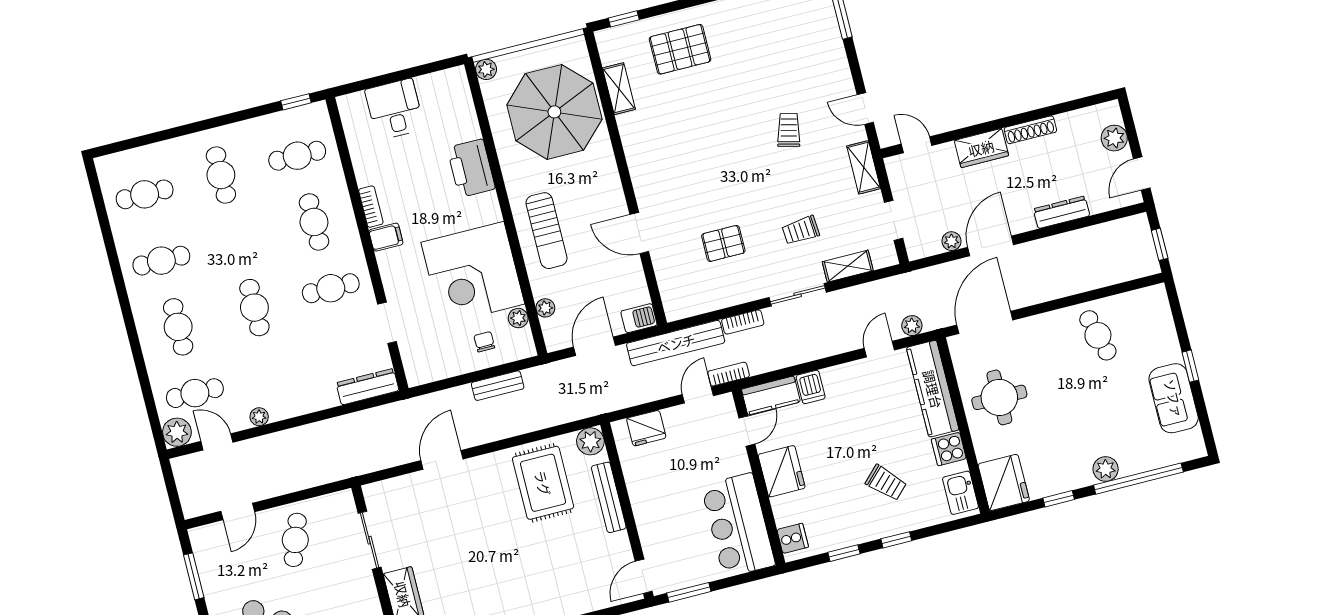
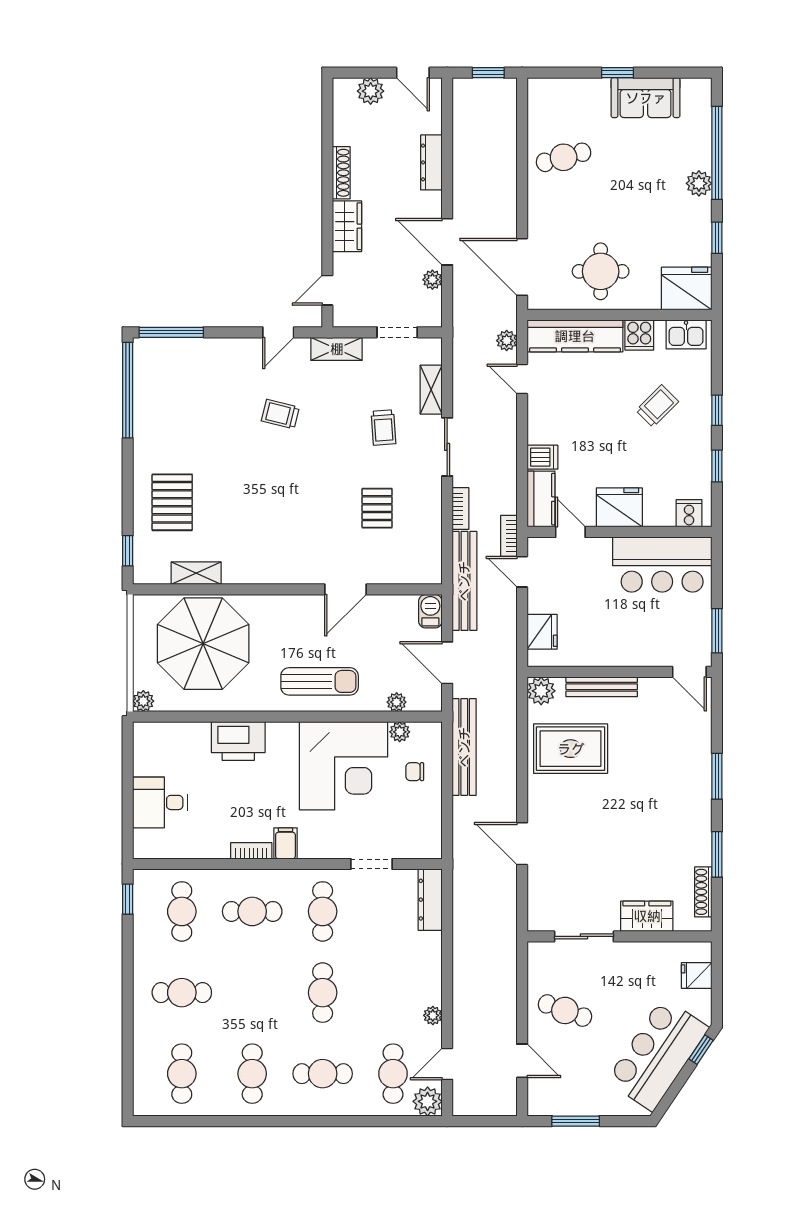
cafe table: (254, 308) -> (323, 993), turned 90
bench: (498, 386) -> (464, 747), width x1.86, depth x1.21

